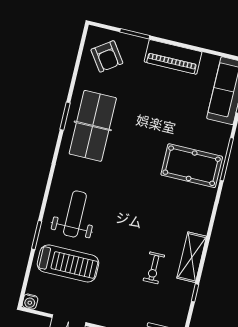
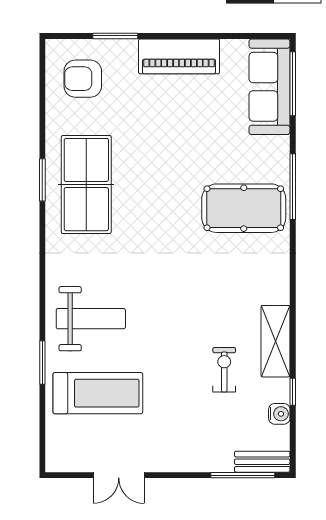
armchair: (107, 56) -> (83, 79), turned 125
weight bench: (75, 214) -> (91, 319), turned 90
exercise bike: (154, 268) -> (224, 370), turned 180
water cooler: (30, 302) -> (279, 414), moved, turned -90

